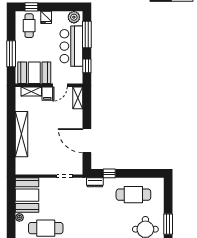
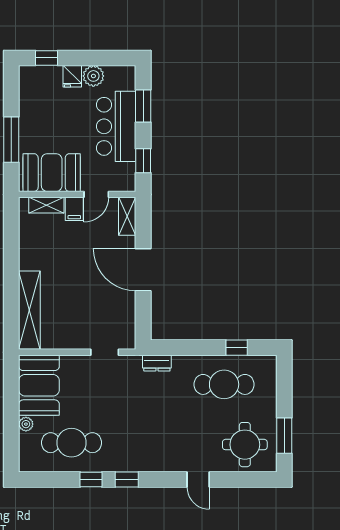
plant: (74, 17) -> (93, 76), moved
cafe table: (29, 26) -> (43, 91), removed
window: (87, 34) -> (143, 106), width x0.69
shelving: (22, 134) -> (29, 310), moved
door: (87, 141) -> (143, 270), moved
window: (109, 173) -> (237, 348), moved

